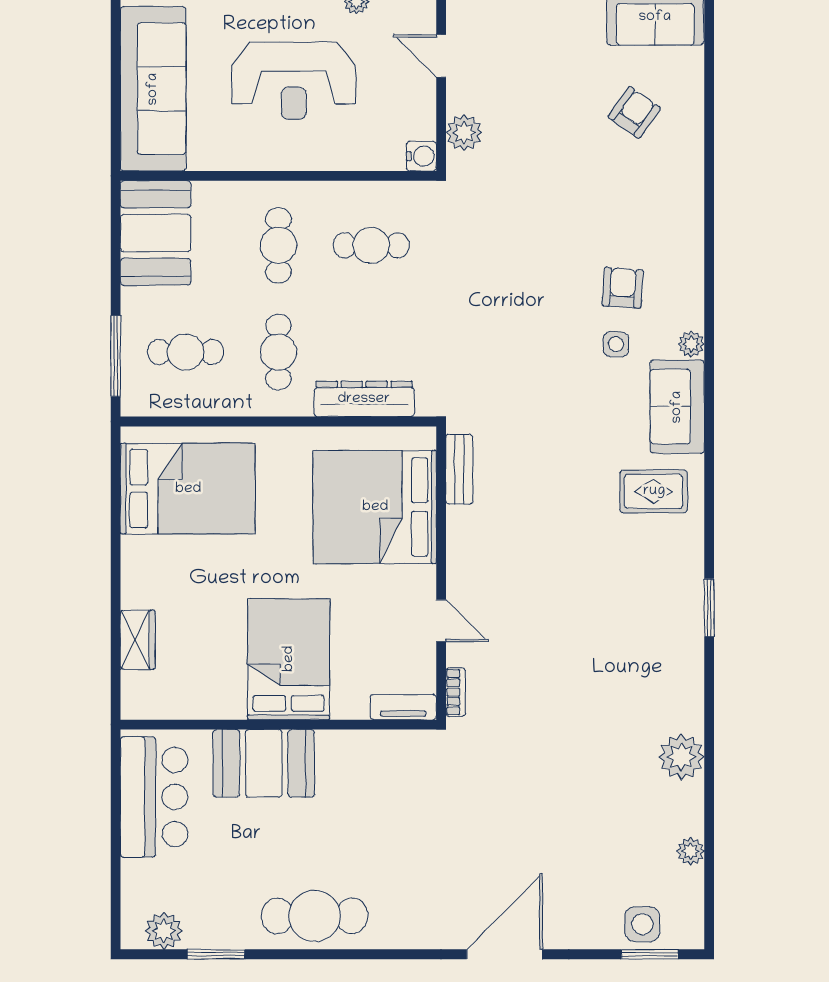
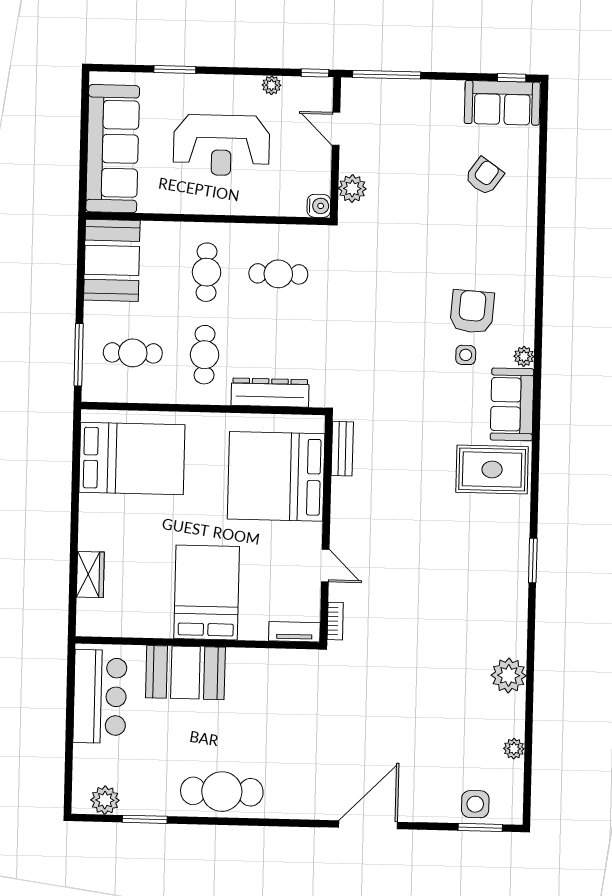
armchair: (623, 288) -> (472, 312), width x1.38, depth x1.38
rug: (654, 491) -> (492, 469), width x1.36, depth x1.43

